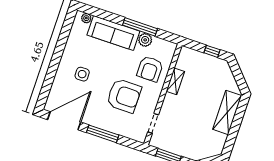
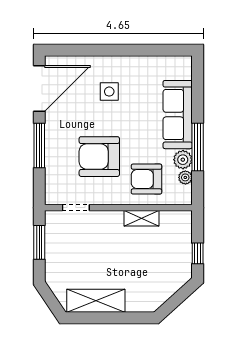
plant: (86, 18) -> (185, 177), moved
armchair: (124, 96) -> (99, 157), turned 90
shelving: (227, 112) -> (96, 301), moved
door: (64, 121) -> (39, 88), hinge flipped

